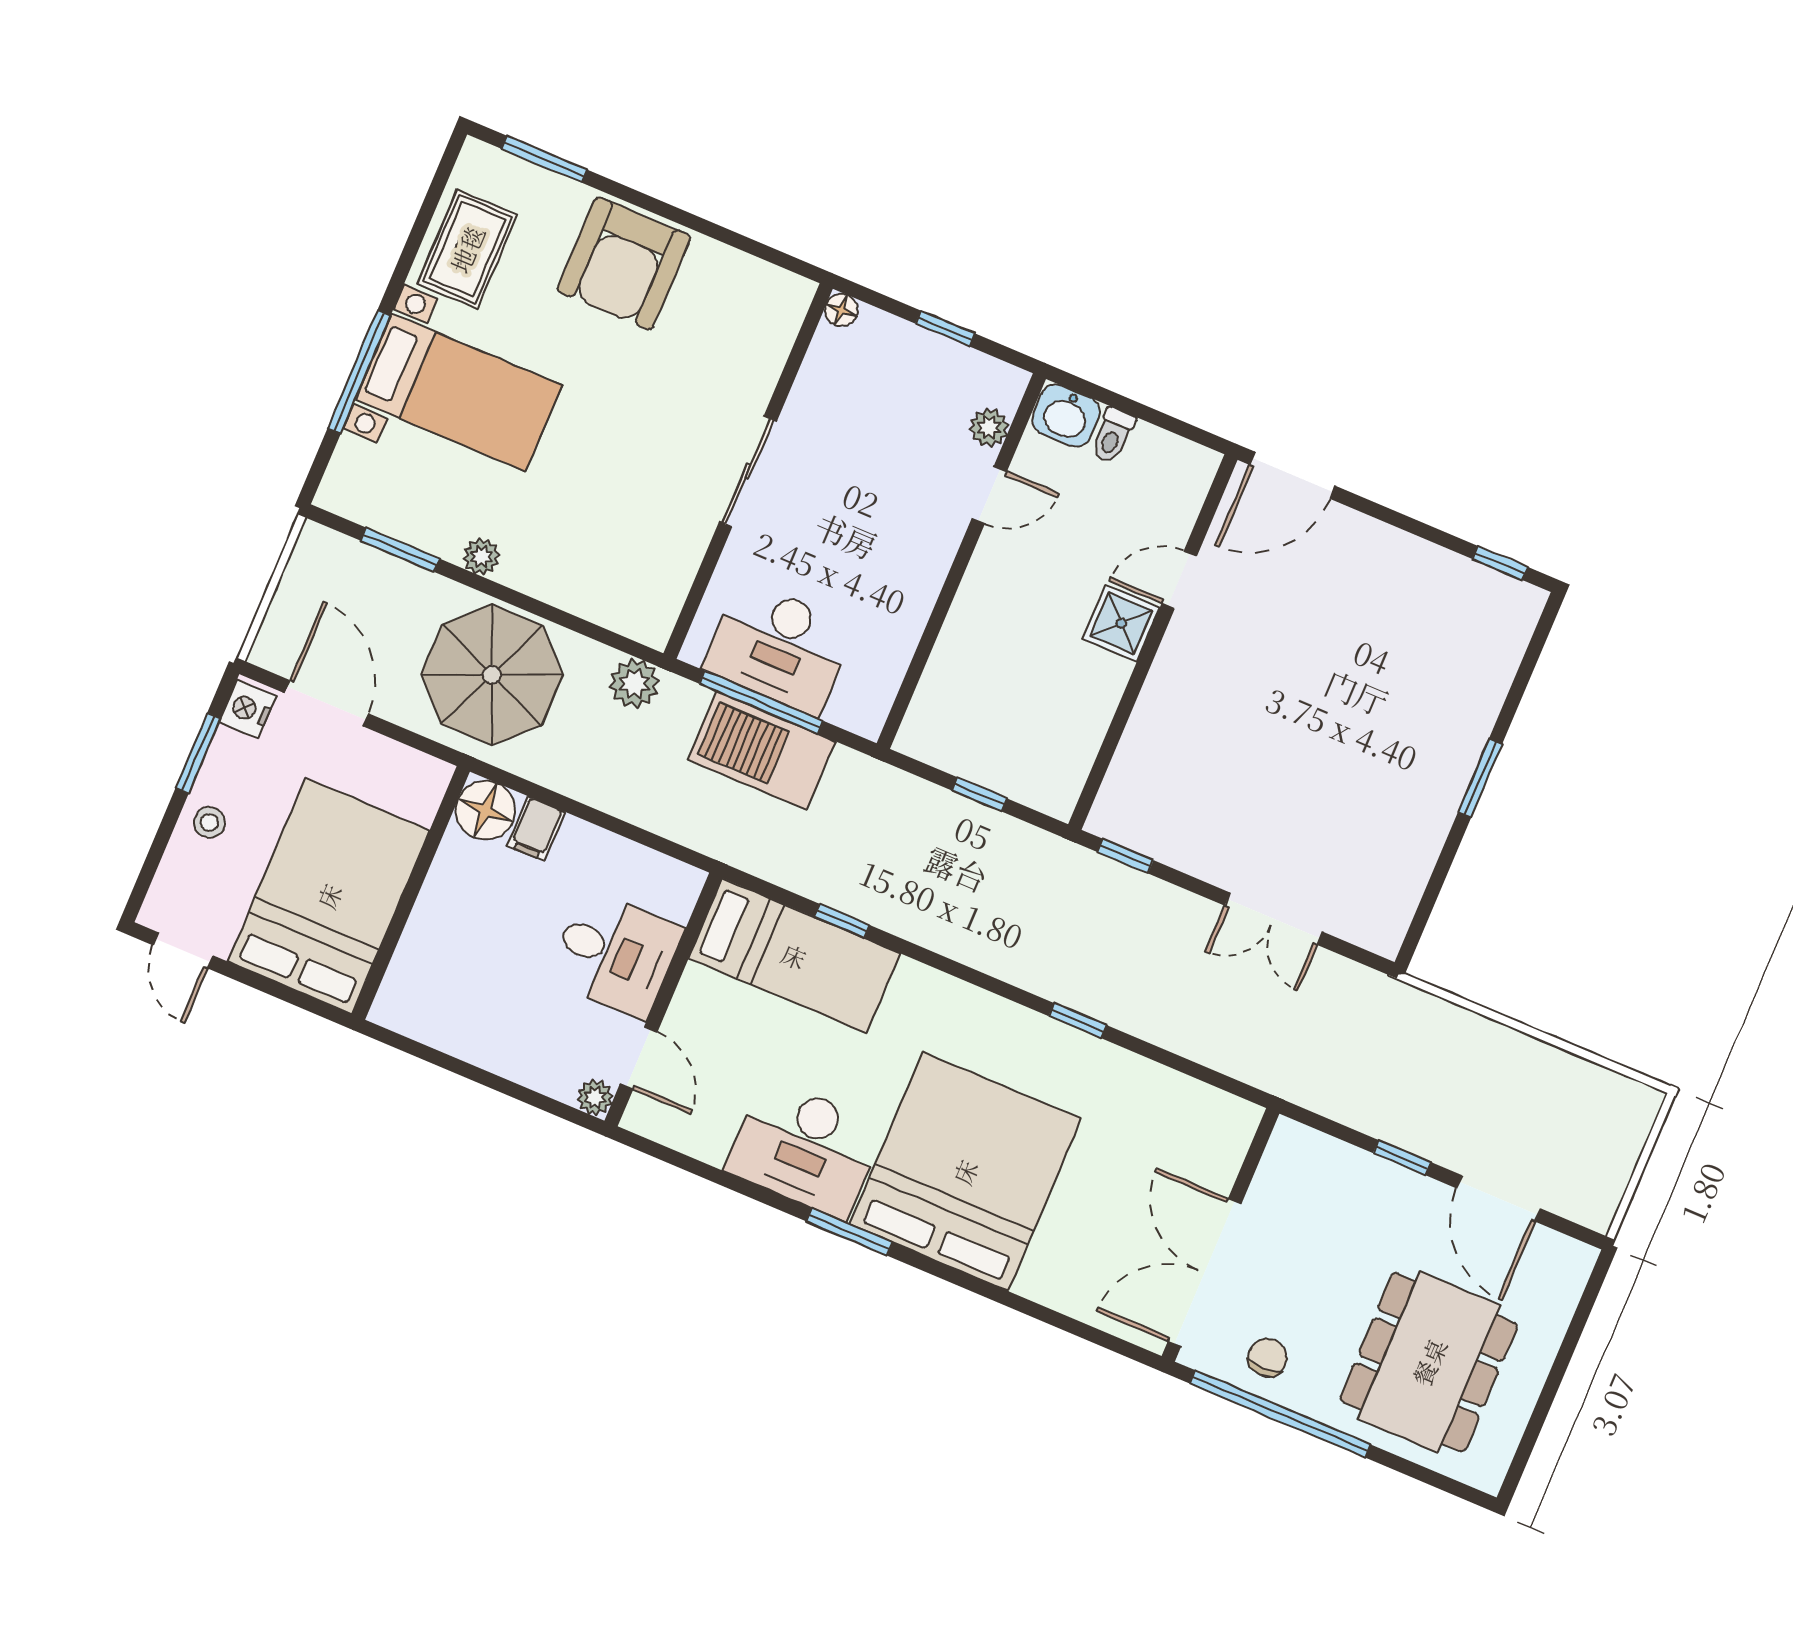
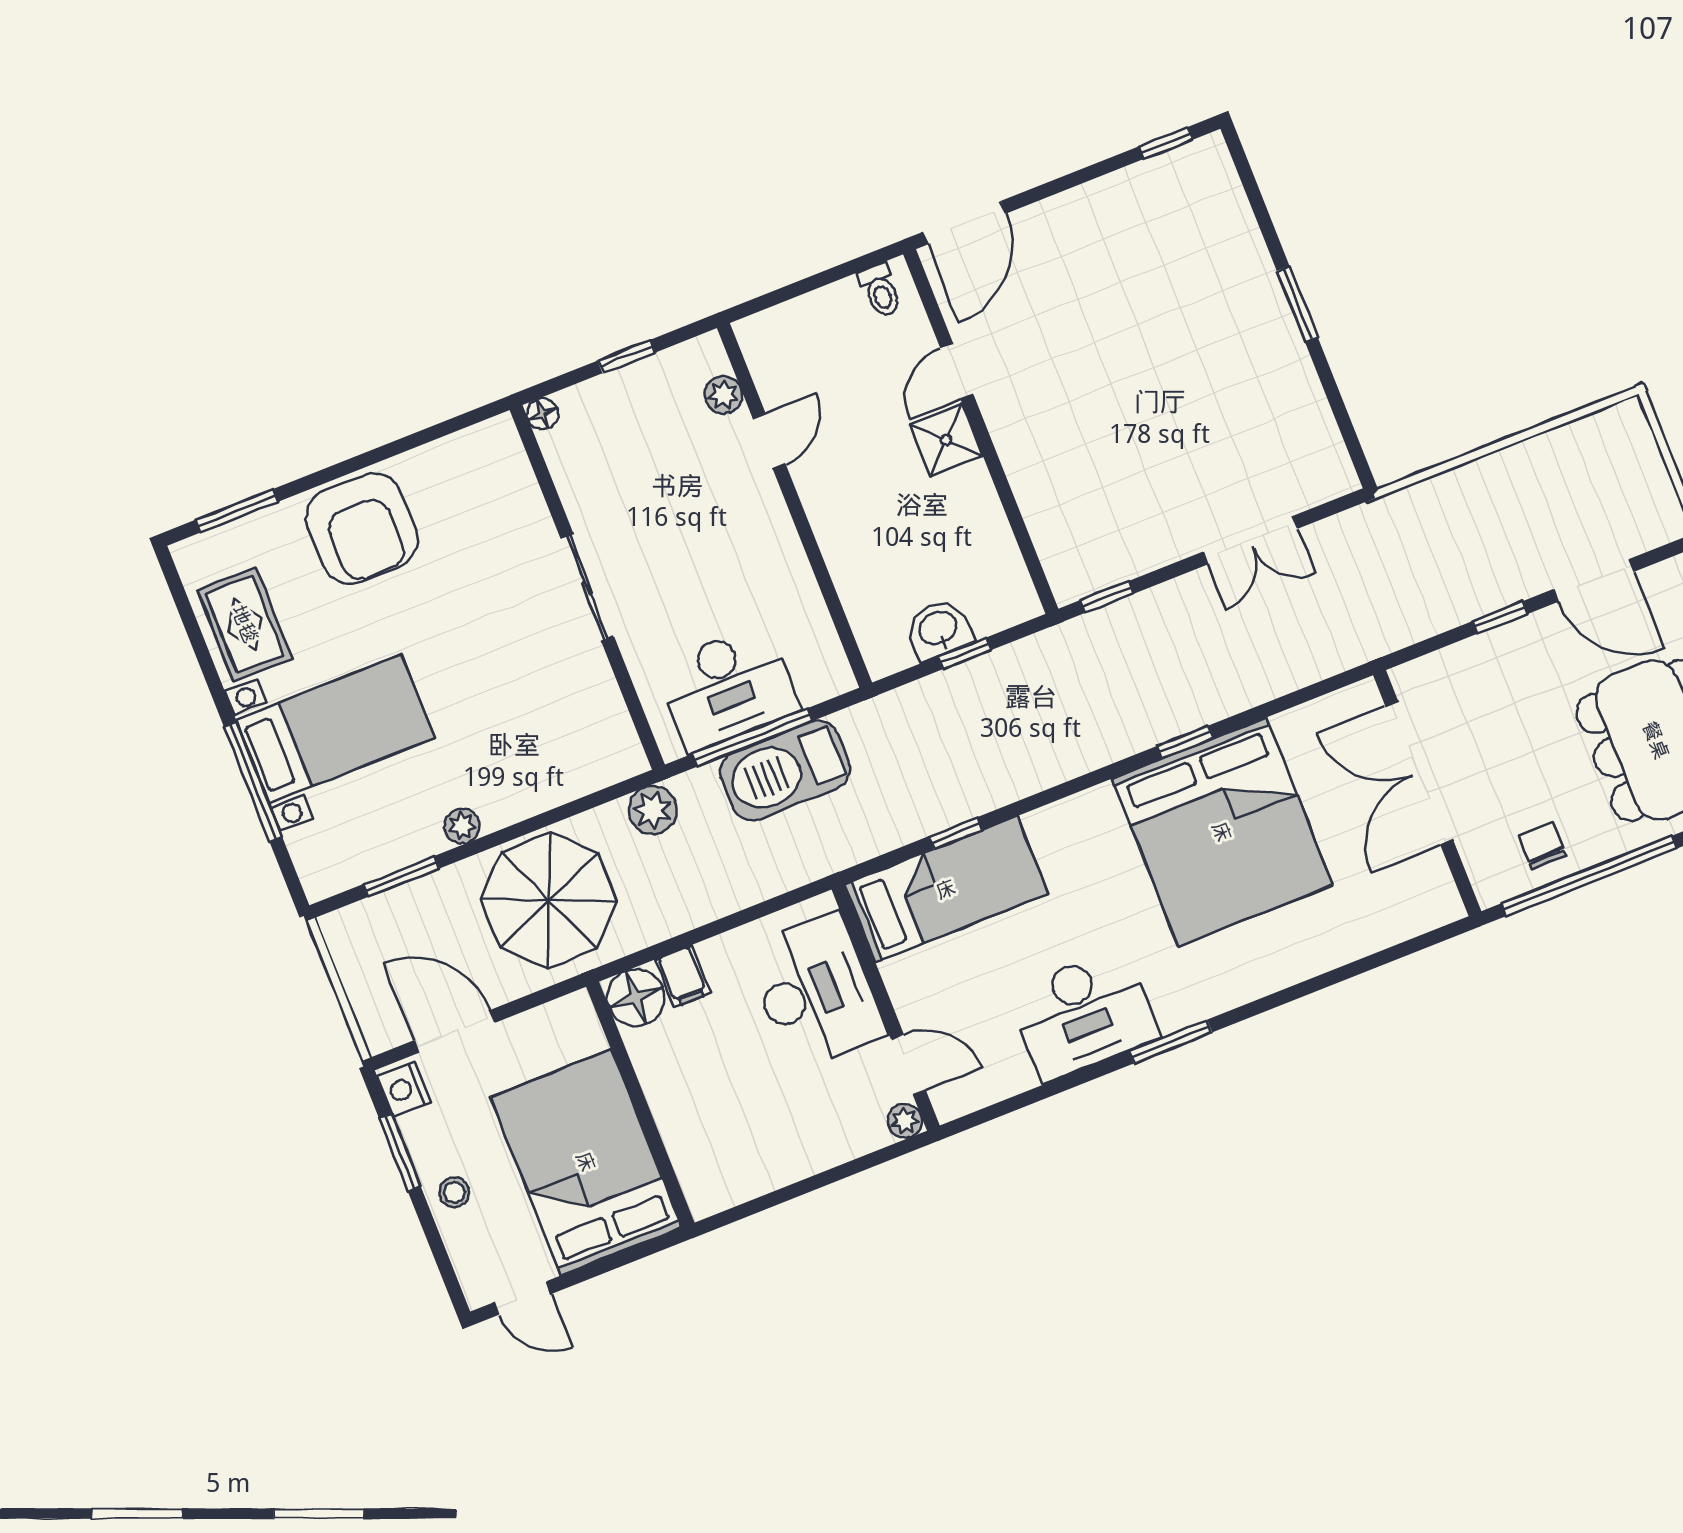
washbasin: (1066, 416) -> (938, 629), moved, turned 180
toilet: (1113, 436) -> (880, 291), moved
desk: (615, 954) -> (815, 992), width x1.37
bed: (965, 1172) -> (1222, 832), moved, turned 180
double door: (1205, 1273) -> (1419, 773), moved

